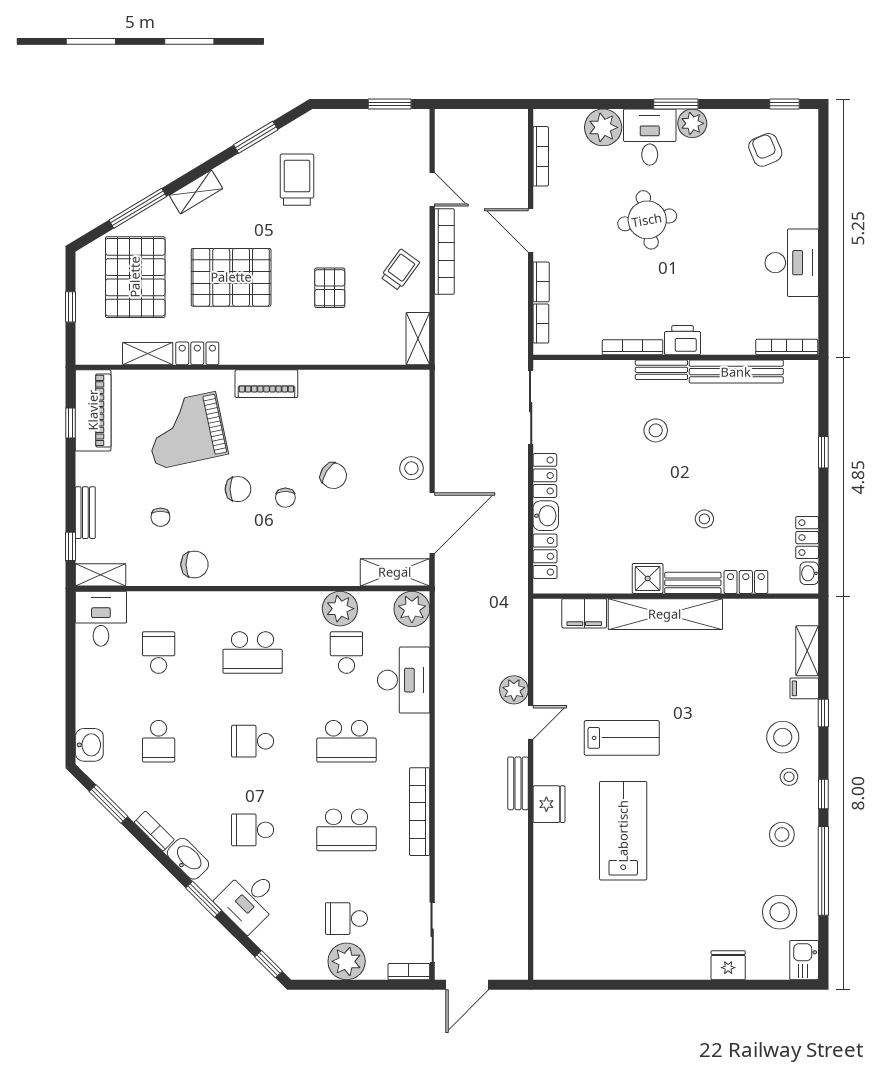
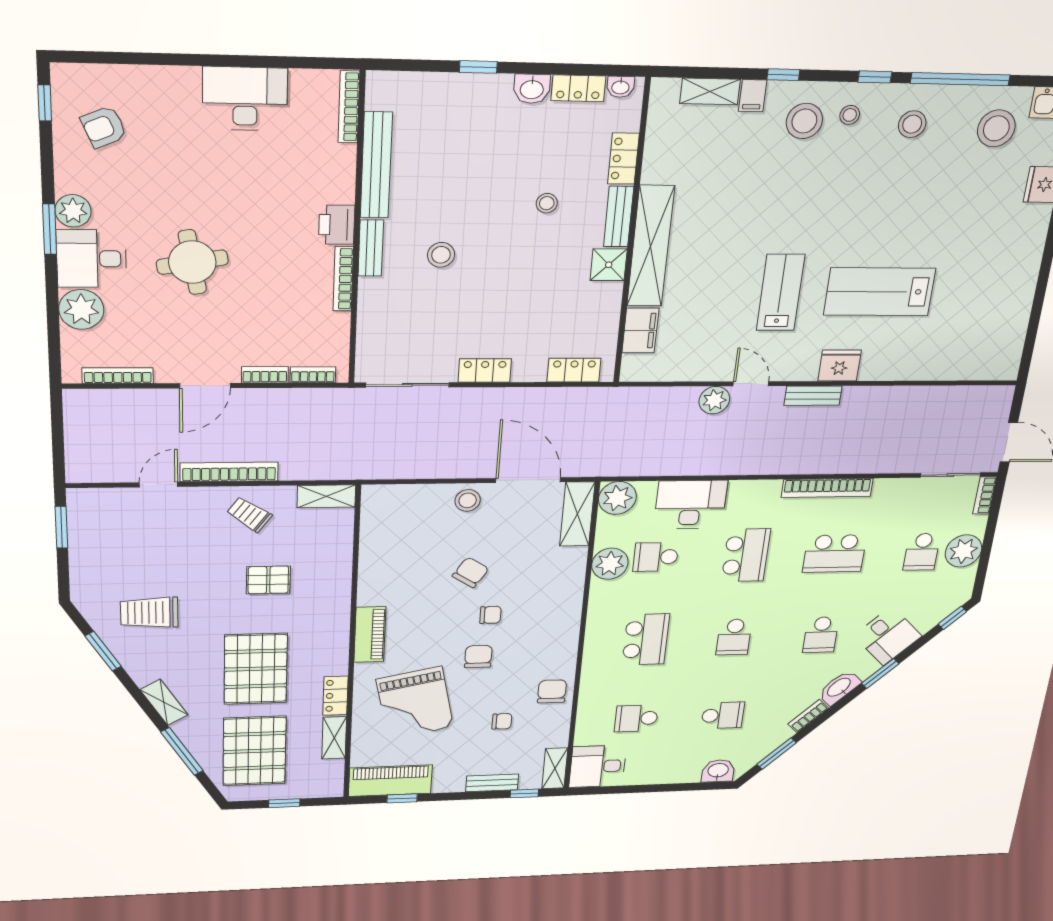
pallet: (135, 277) -> (254, 751), turned 90
washbasin: (546, 516) -> (532, 89), moved, turned 180
school desk: (346, 830) -> (835, 554), turned 90

